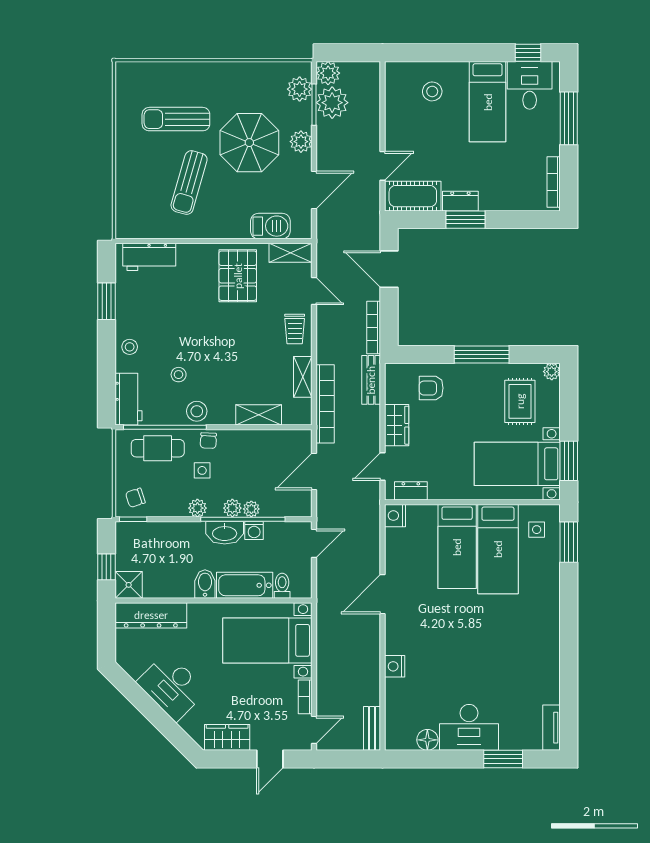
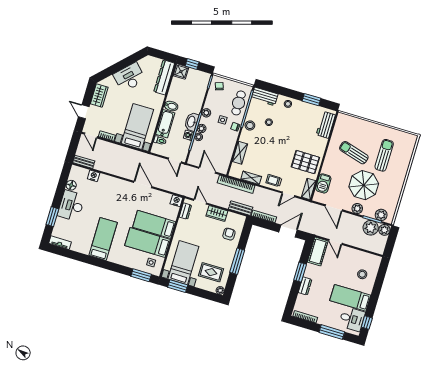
dresser: (460, 201) -> (305, 286), moved
bed: (518, 642) -> (103, 239), added
nightstand: (395, 666) -> (94, 176), moved

